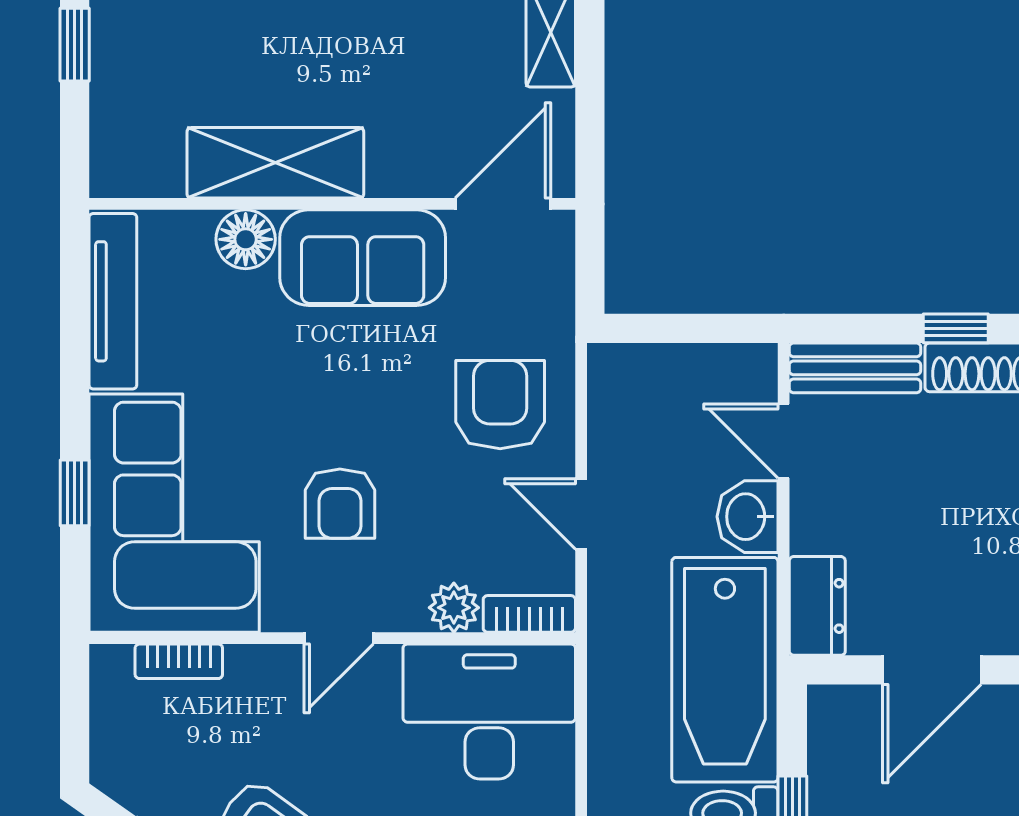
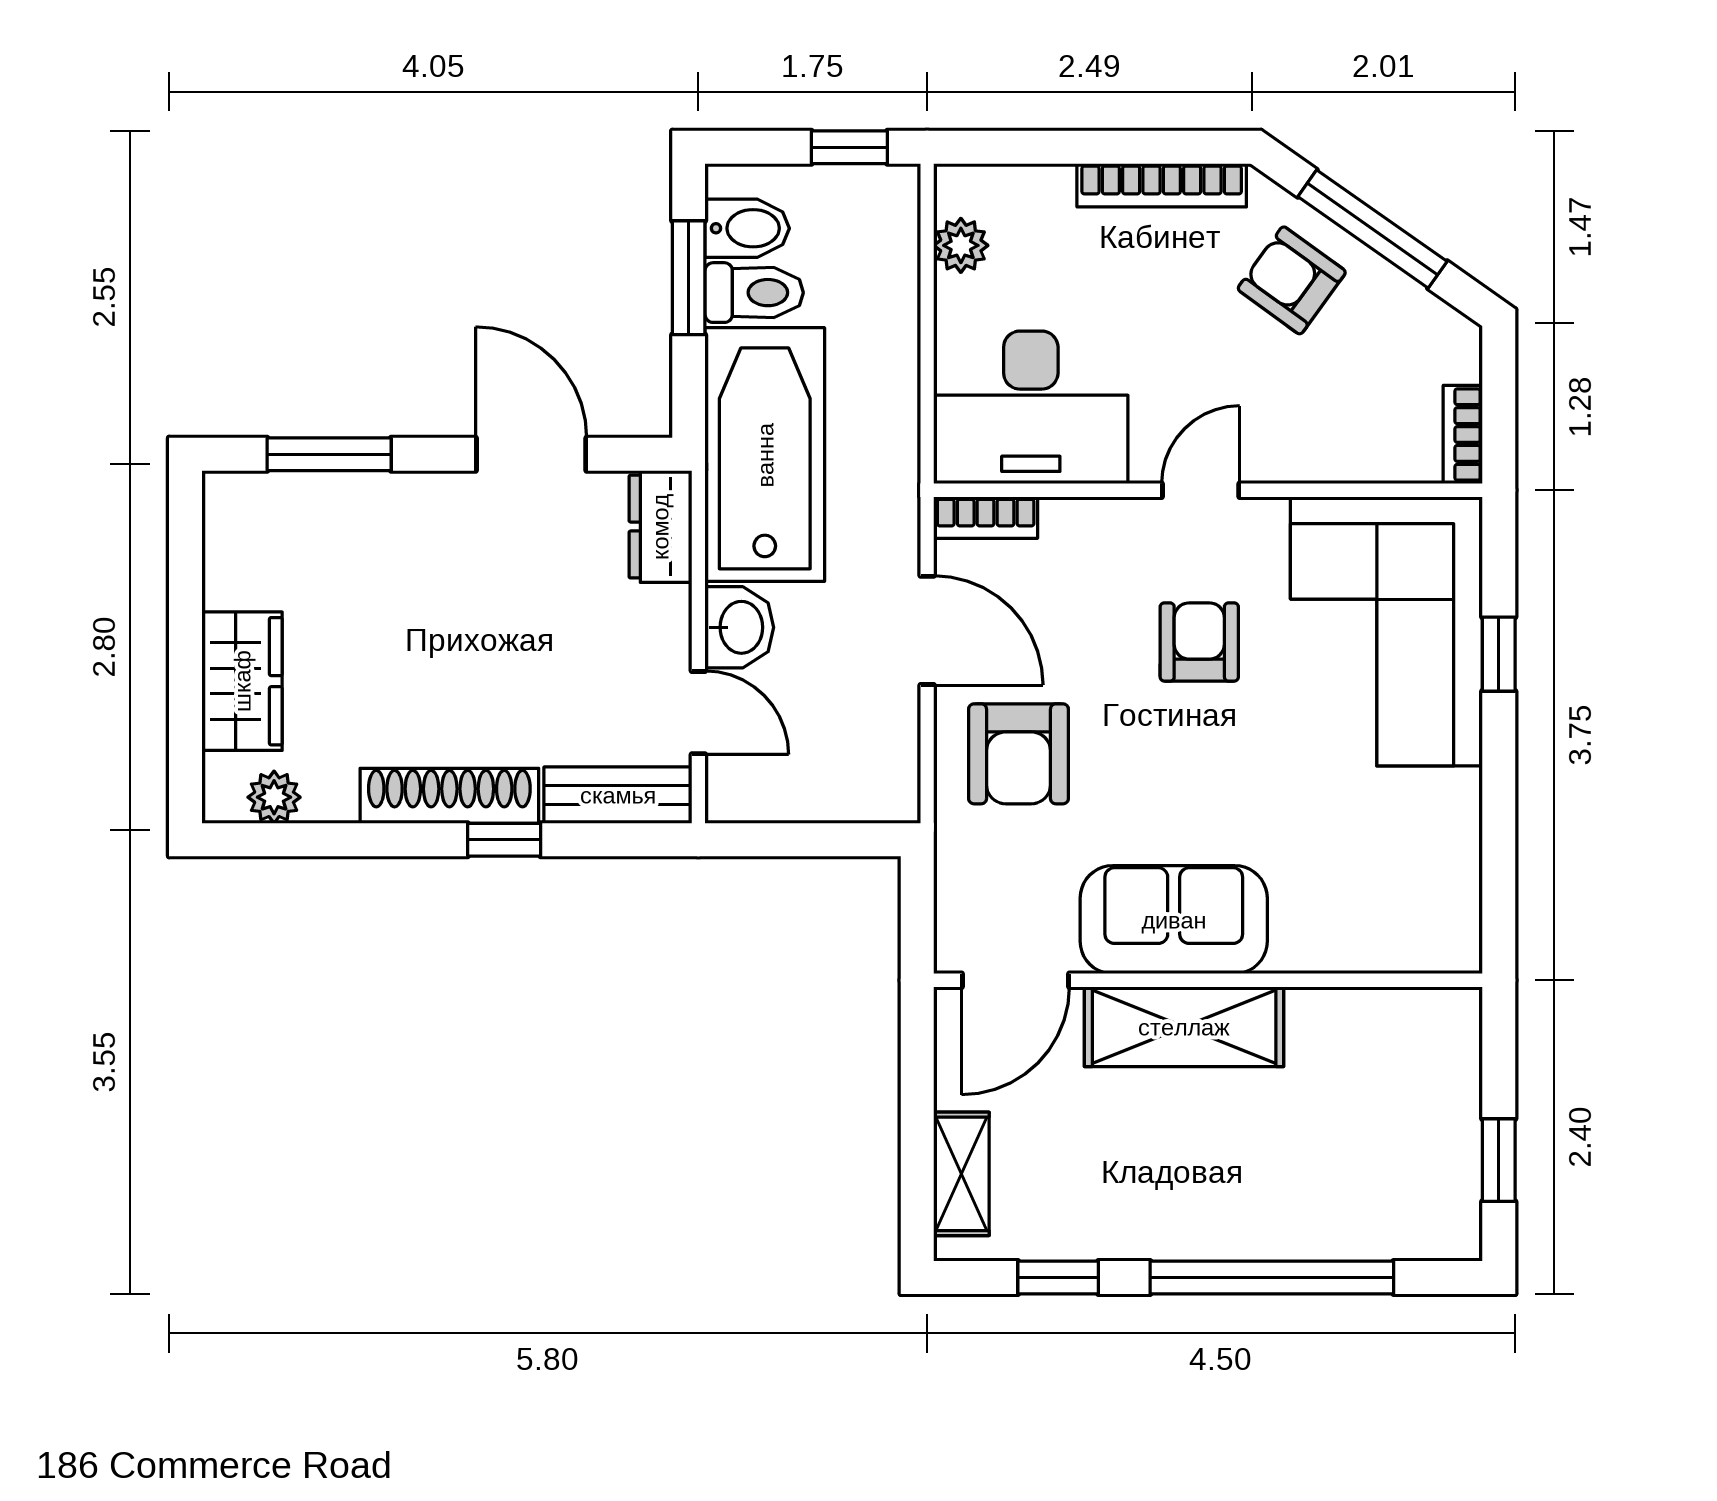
shelving: (275, 163) -> (1184, 1027), moved
floor lamp: (246, 239) -> (1306, 940), removed
tv unit: (113, 301) -> (1456, 870), removed
door: (581, 514) -> (927, 630), width x1.38
plant: (454, 608) -> (1071, 525), removed
bookcase: (179, 661) -> (1463, 435), moved, turned -90
door: (932, 670) -> (531, 454), hinge flipped

